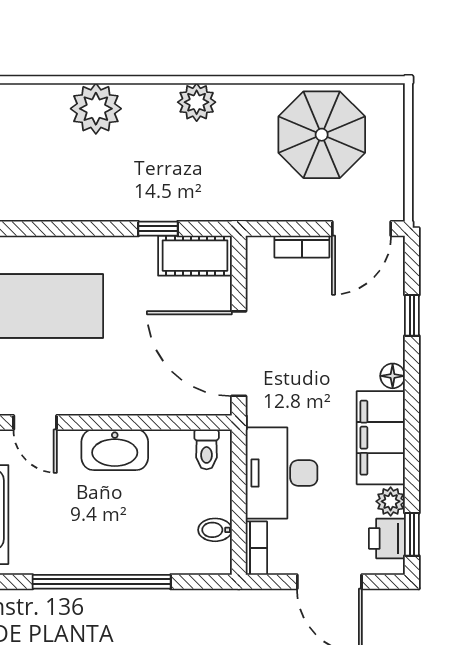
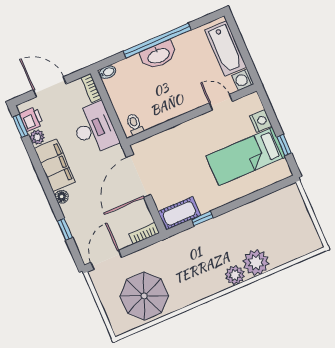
plant: (197, 102) -> (235, 275), moved
bookcase: (302, 247) -> (144, 233), moved
door: (239, 354) -> (139, 176), swing flipped
washbasin: (115, 450) -> (158, 55), moved, turned 180
bidet: (215, 530) -> (107, 72), moved

